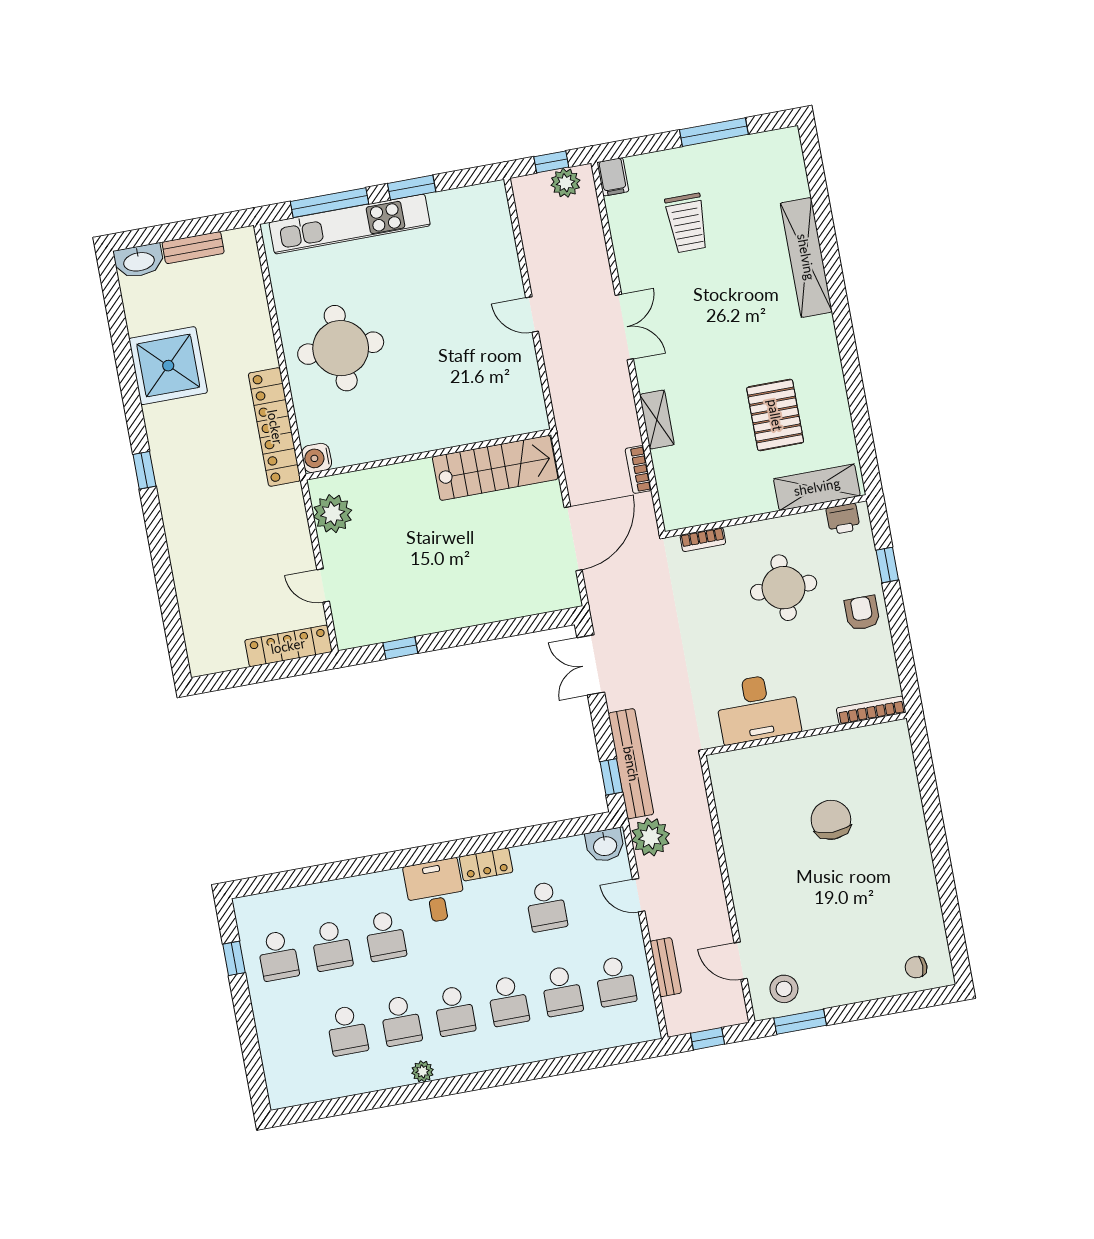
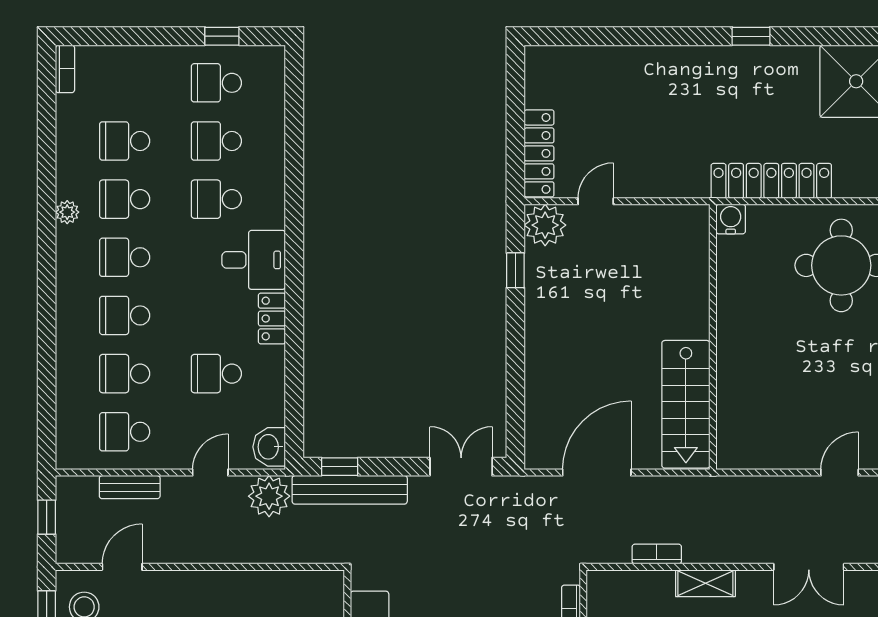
plant: (333, 514) -> (545, 225), moved
door: (573, 539) -> (597, 473), swing flipped
bookcase: (291, 1098) -> (65, 69), added

